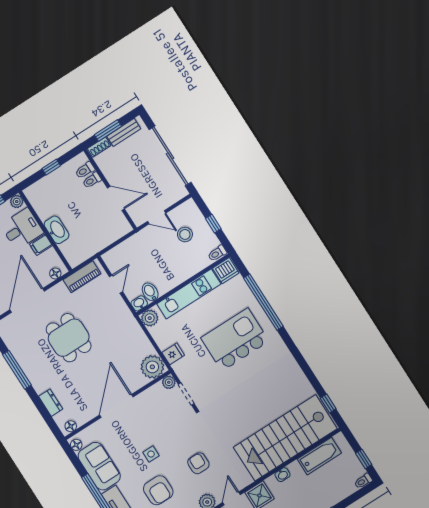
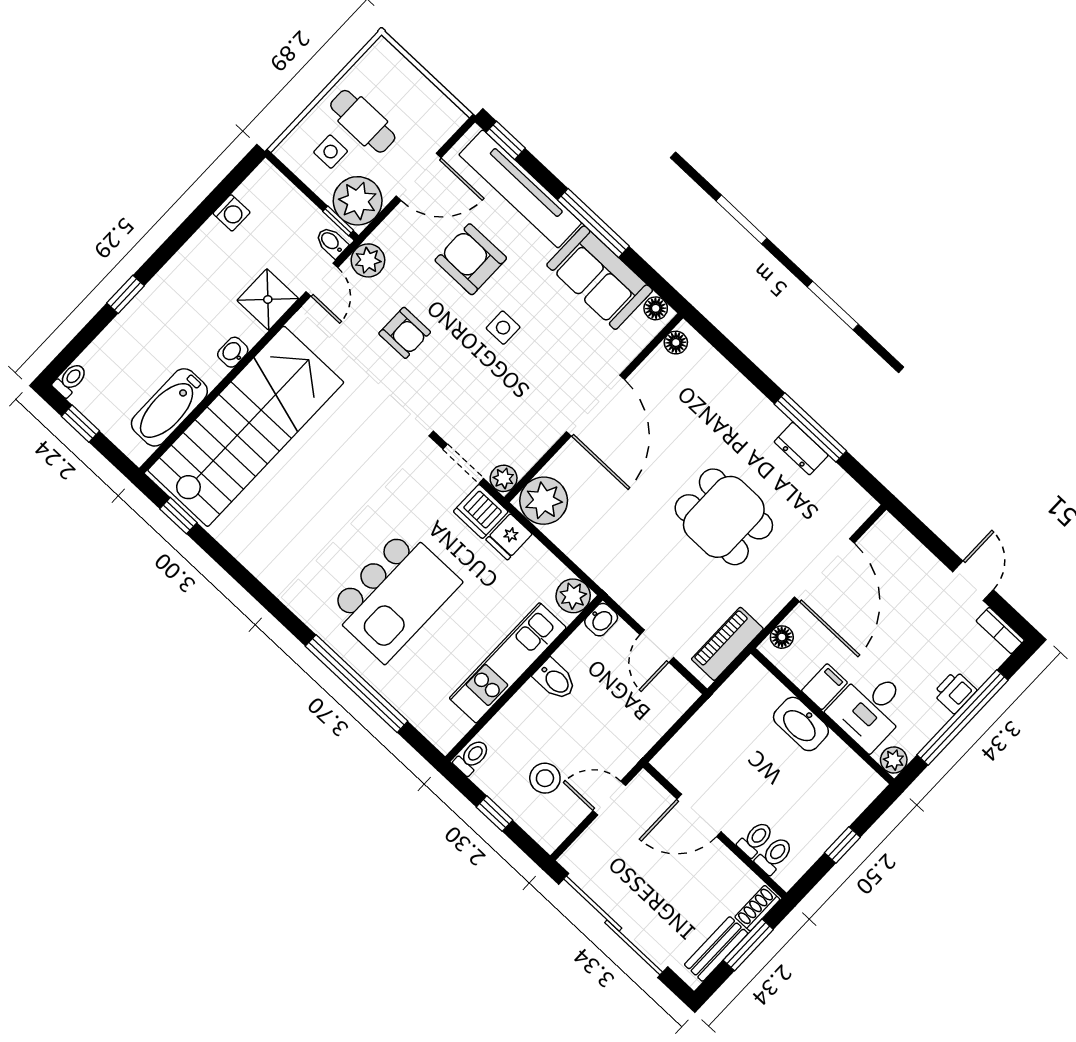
dishwasher: (226, 271) -> (481, 511), moved, turned -90
bidet: (150, 292) -> (555, 680), moved
dresser: (51, 403) -> (801, 449), moved

